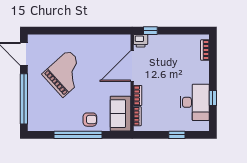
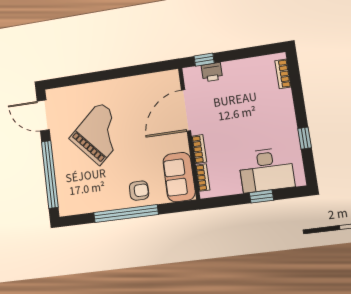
printer: (141, 41) -> (212, 72), moved
desk: (195, 102) -> (266, 170), moved, turned 90

